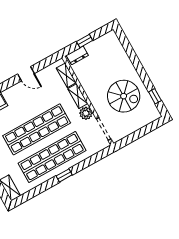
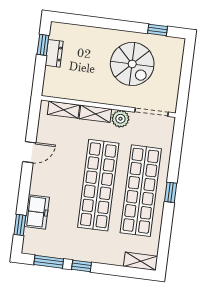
window: (85, 41) -> (43, 45), moved
dresser: (77, 55) -> (54, 53), moved
spiral stairs: (124, 96) -> (132, 64), turned 90

